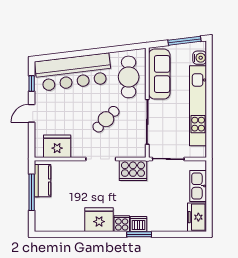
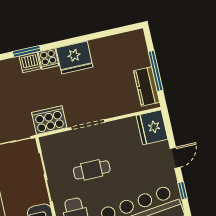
cafe table: (106, 119) -> (92, 170), turned 45
fridge: (57, 146) -> (152, 127), moved, turned 90

